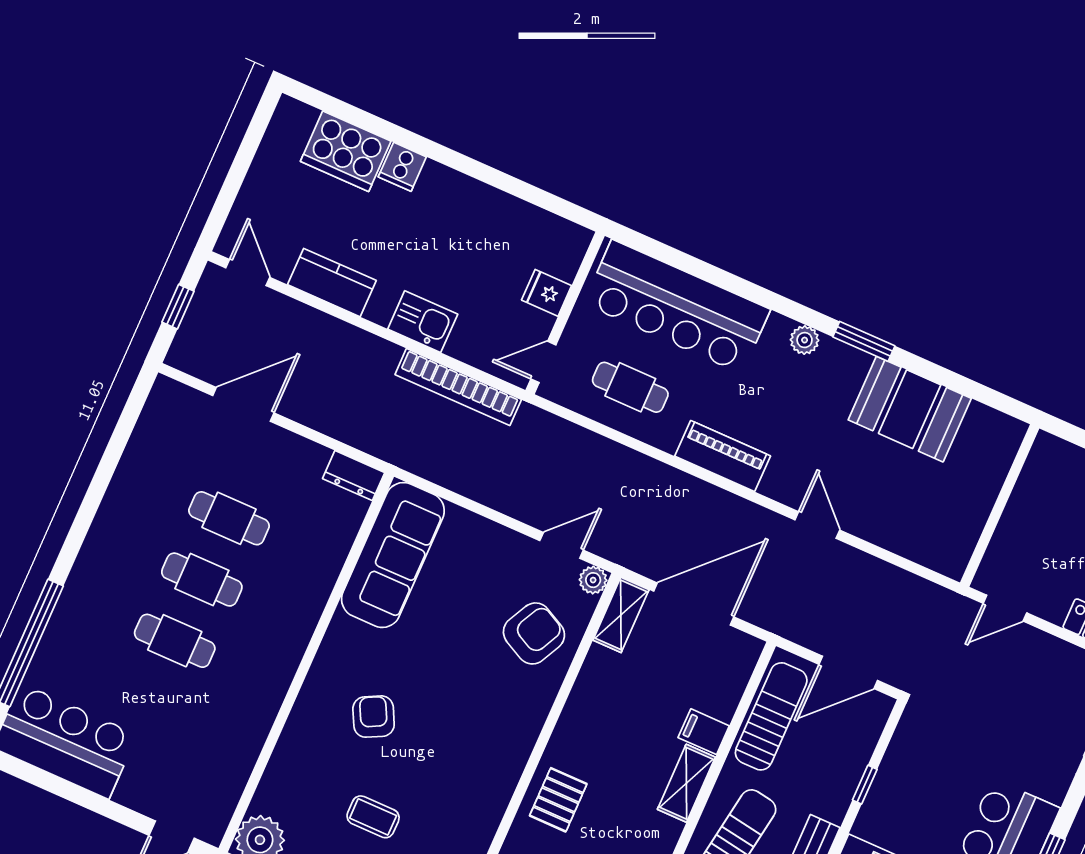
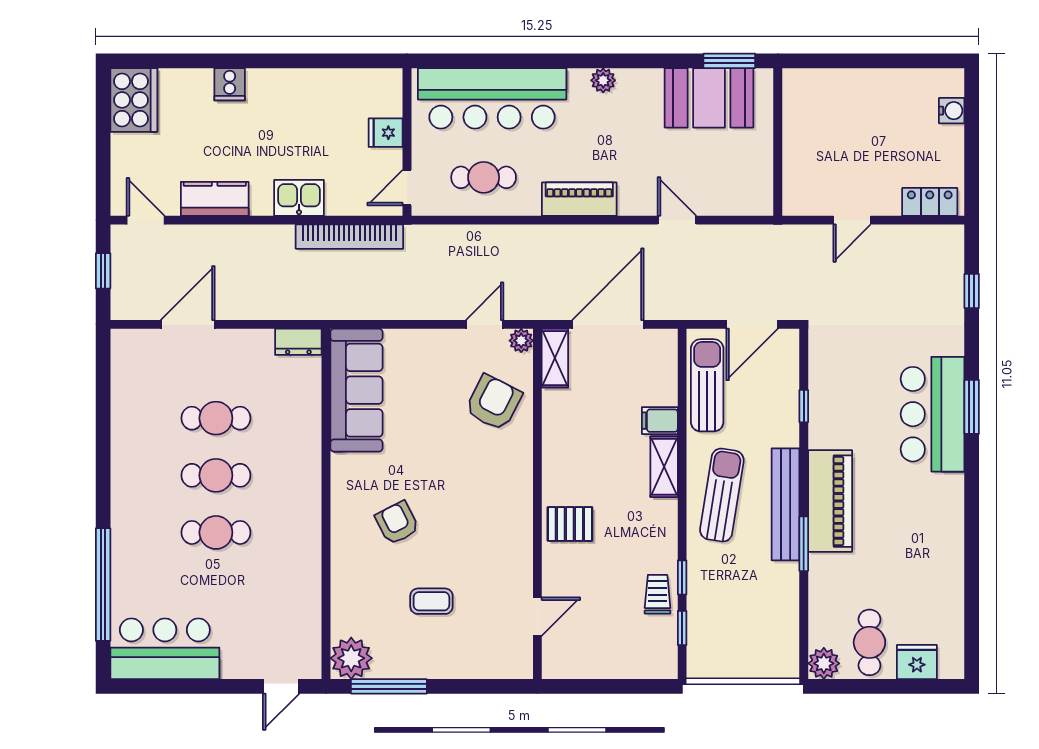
cooker: (346, 151) -> (134, 100), moved, turned -90
window: (864, 341) -> (729, 61), moved
wall: (1000, 506) -> (778, 142), moved
pallet: (558, 800) -> (570, 524), turned 90

